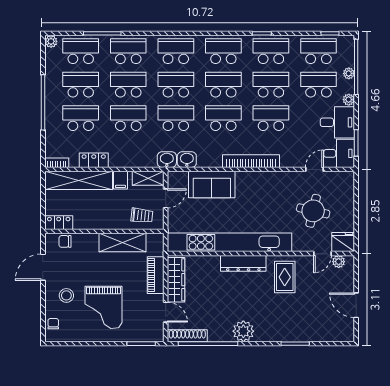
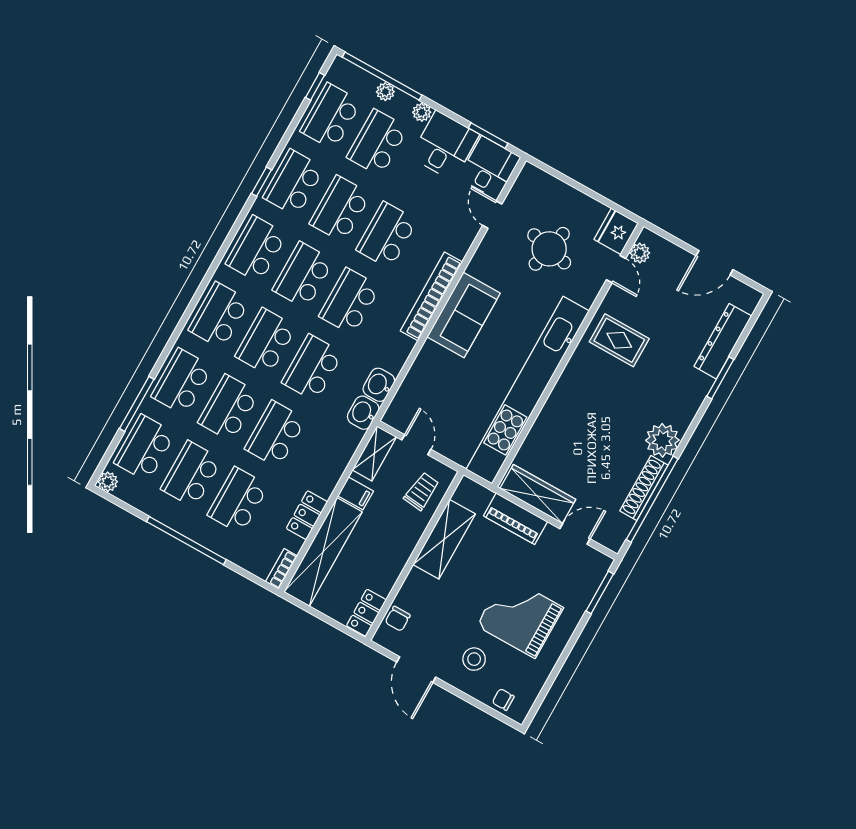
sofa: (212, 184) -> (464, 315), moved
dresser: (243, 263) -> (723, 341), moved, turned 180
grand piano: (104, 307) -> (520, 617), turned 180
shoe rack: (187, 336) -> (644, 488), moved

